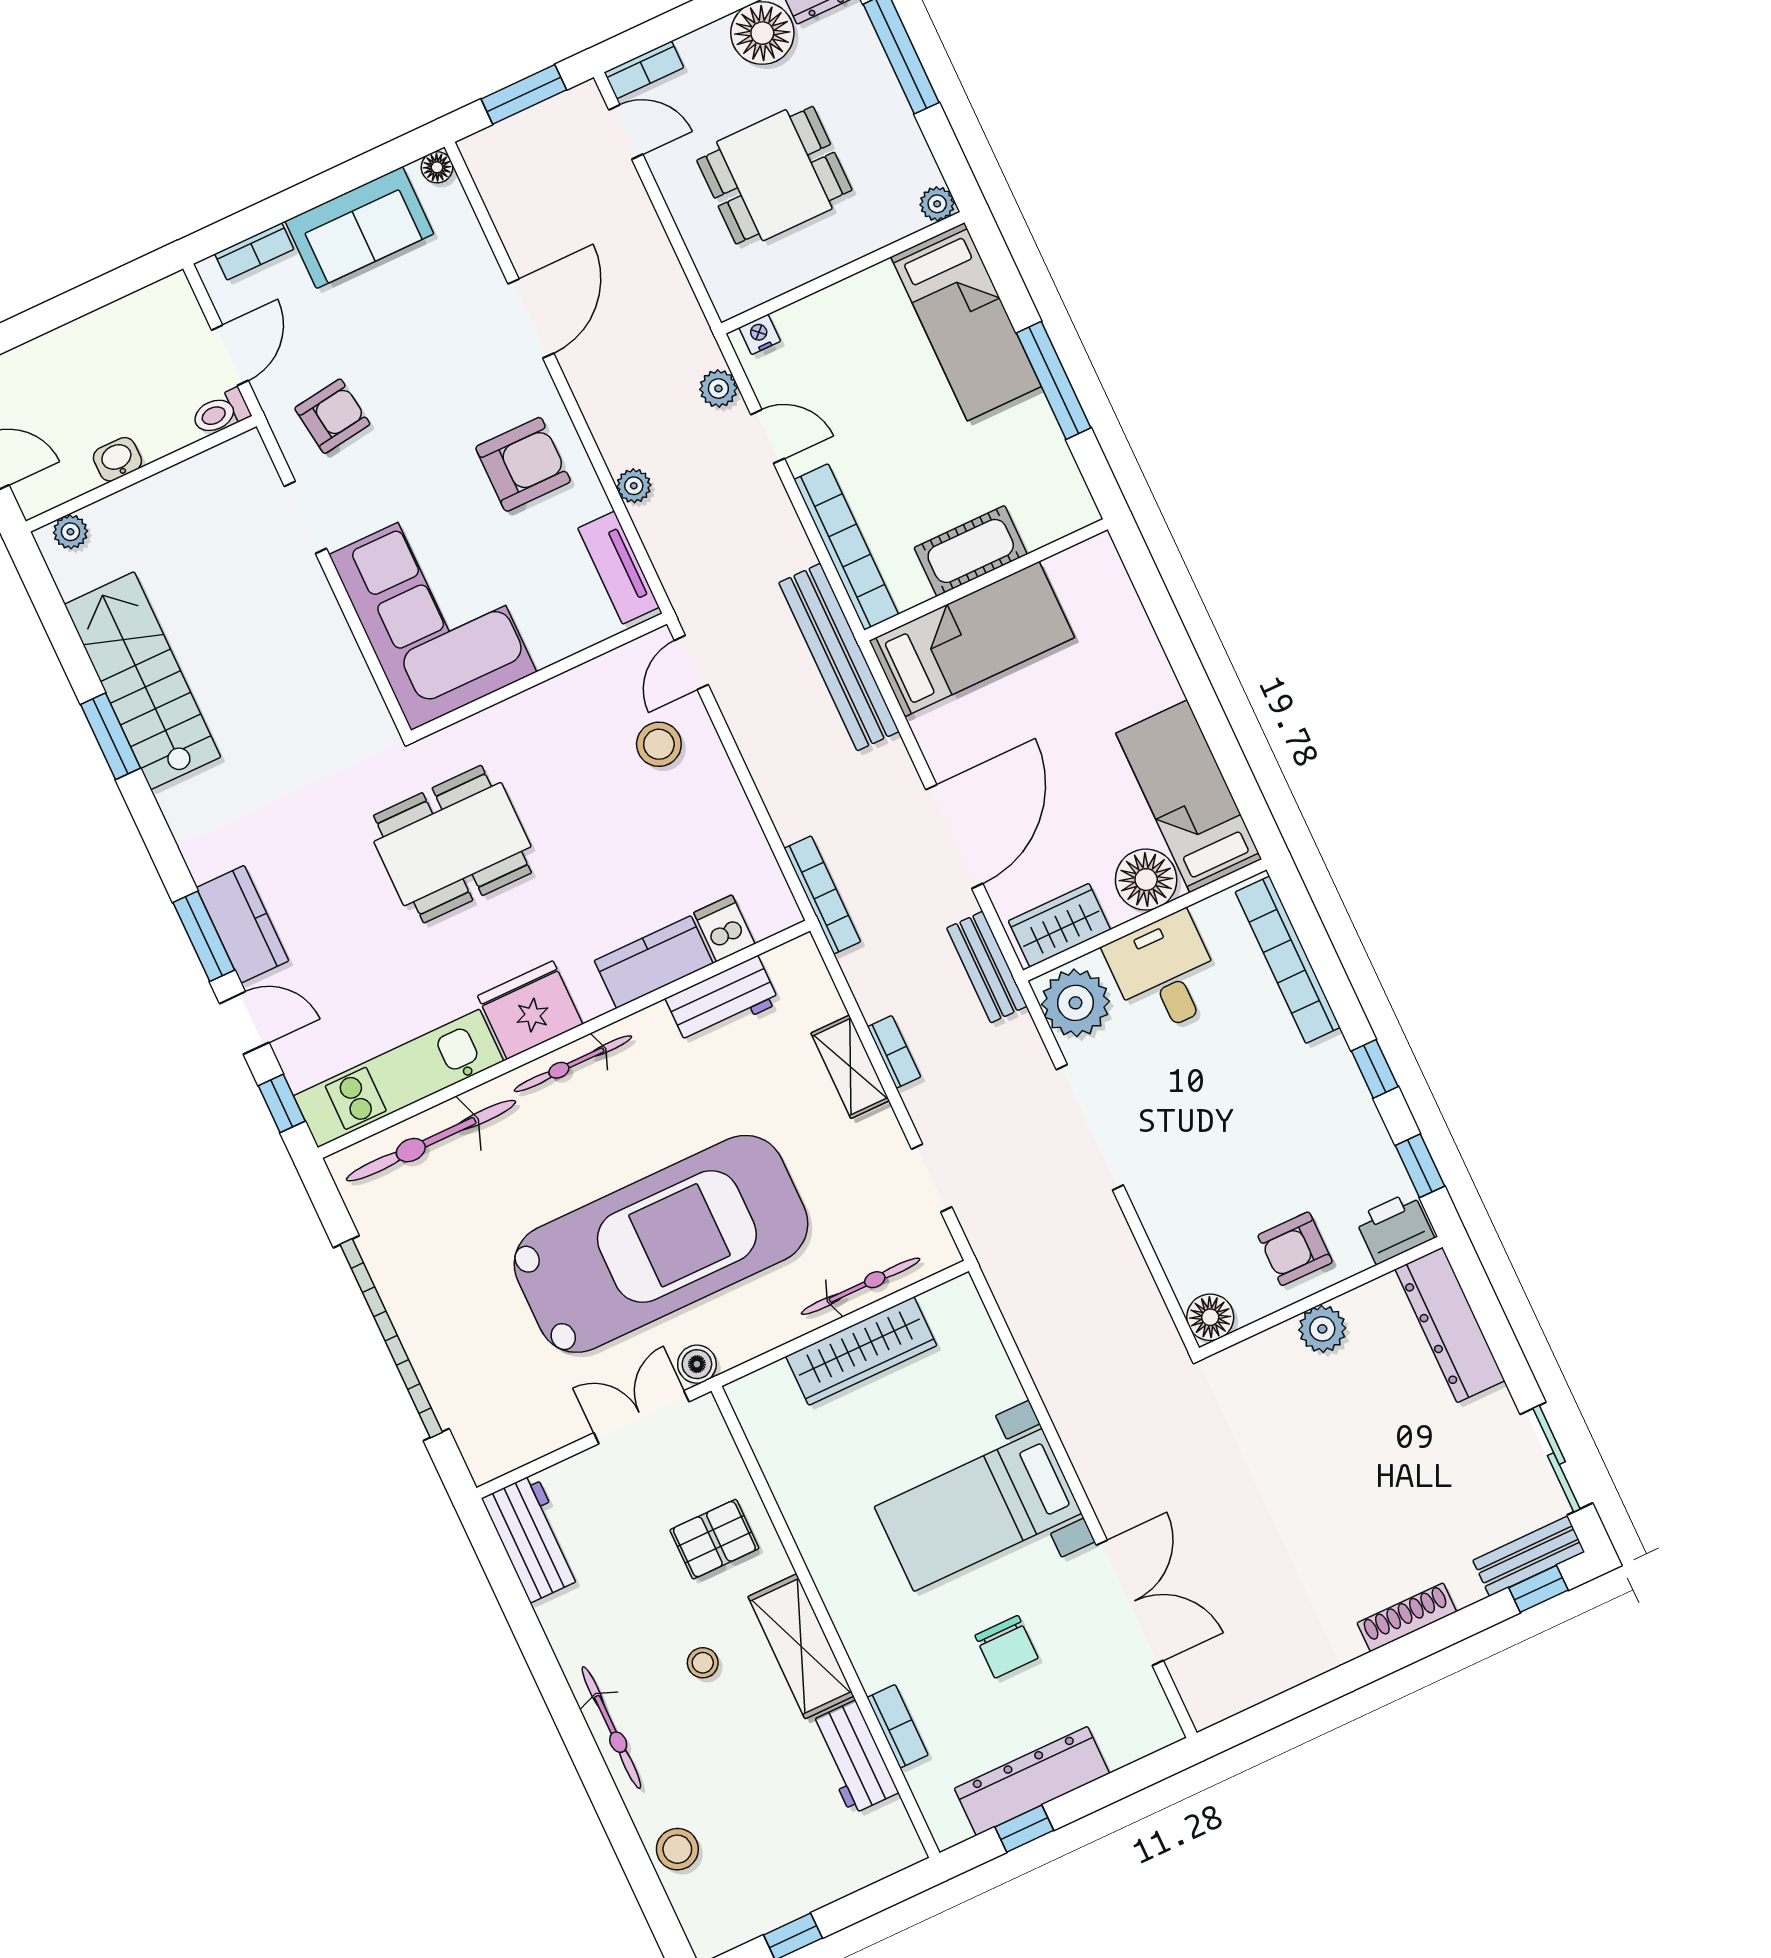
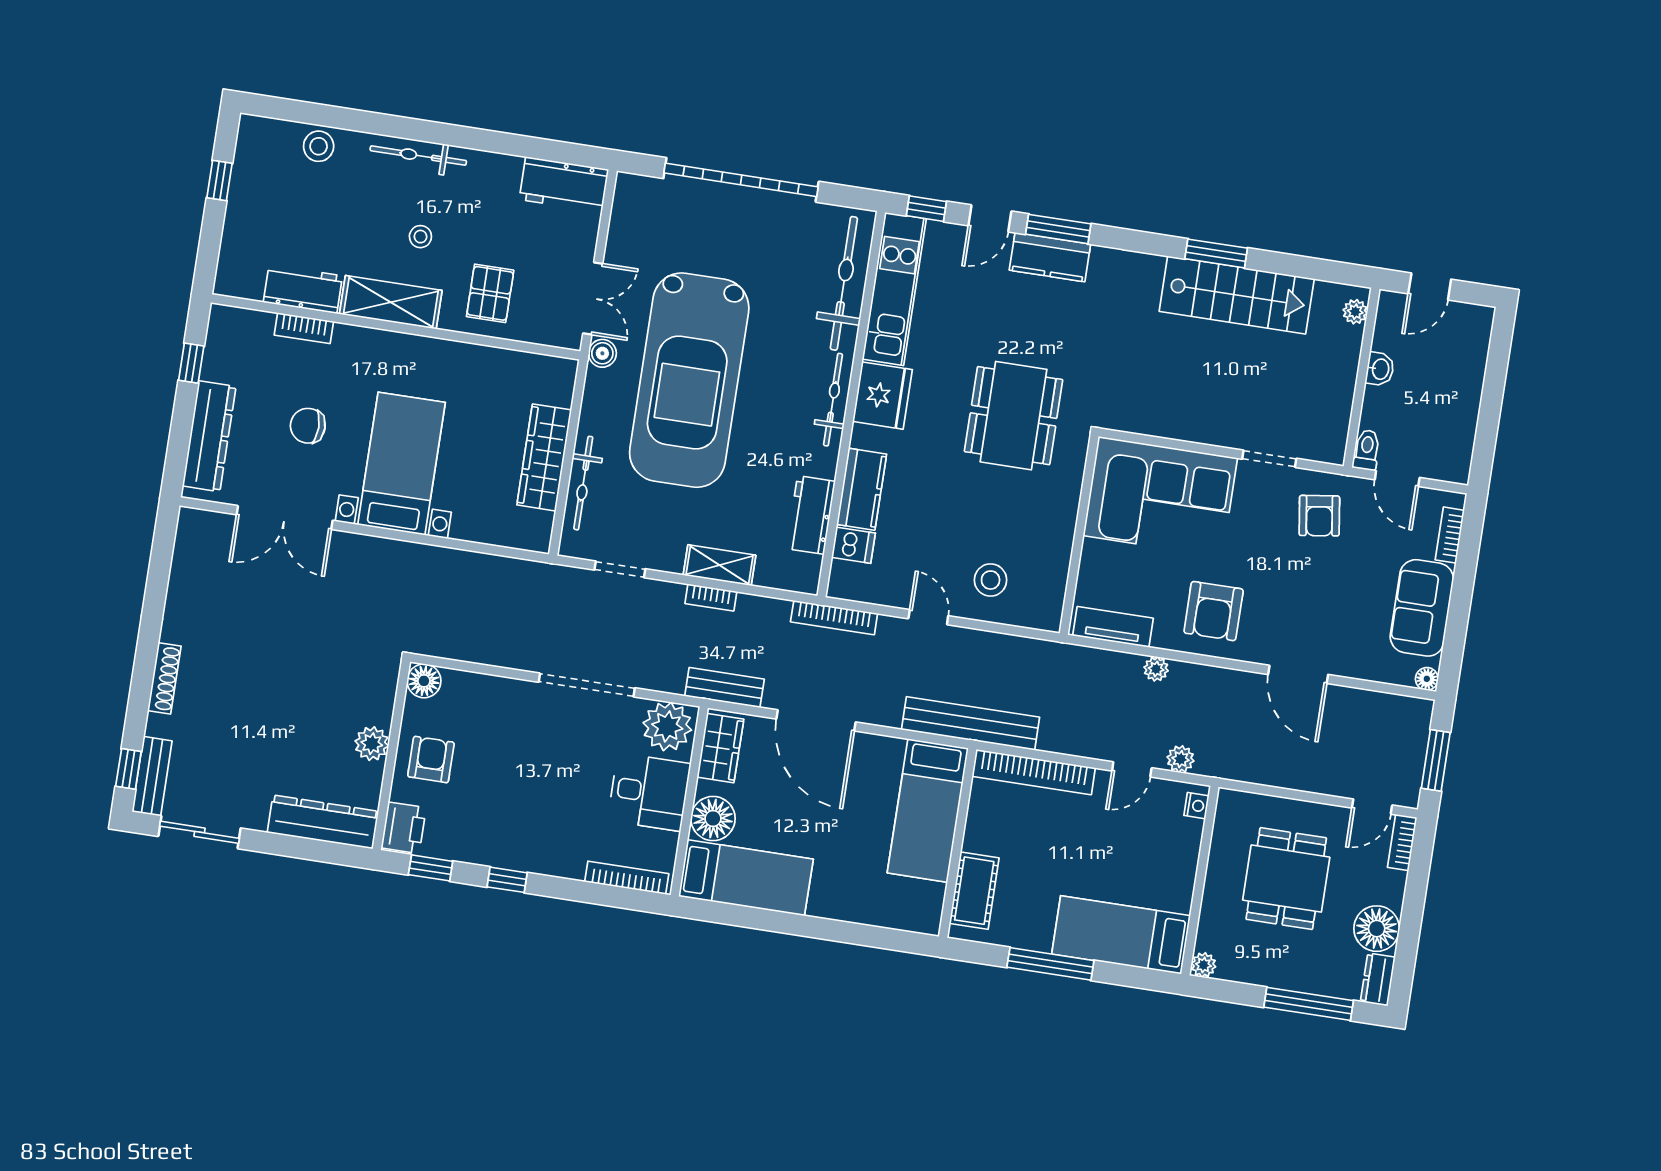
cot: (971, 551) -> (974, 891), moved
door: (691, 663) -> (928, 617), moved
bookcase: (1288, 960) -> (627, 878), width x0.68, depth x0.76
dresser: (1032, 1781) -> (209, 436), moved

